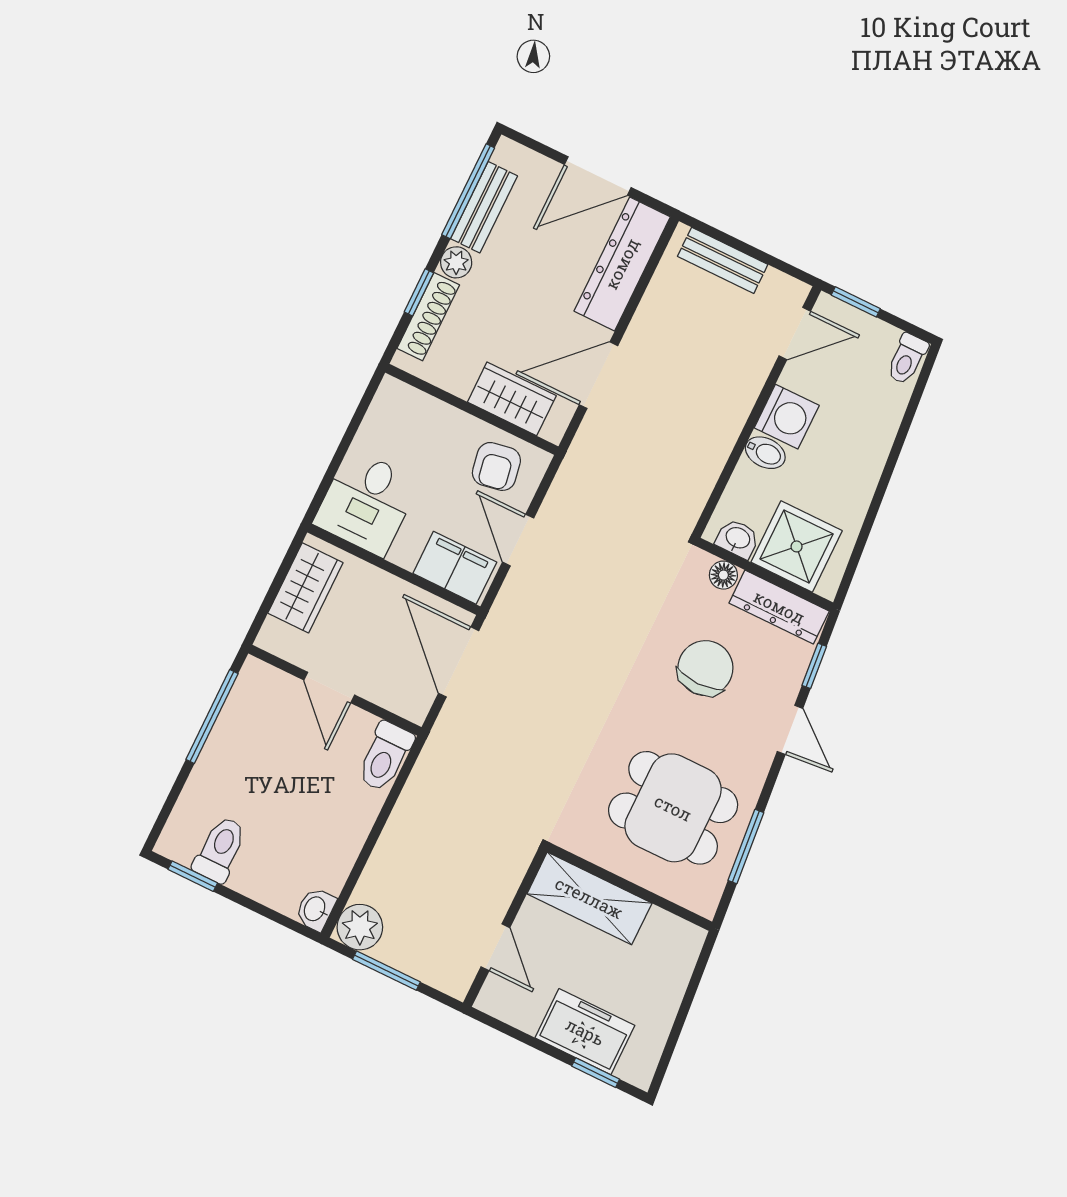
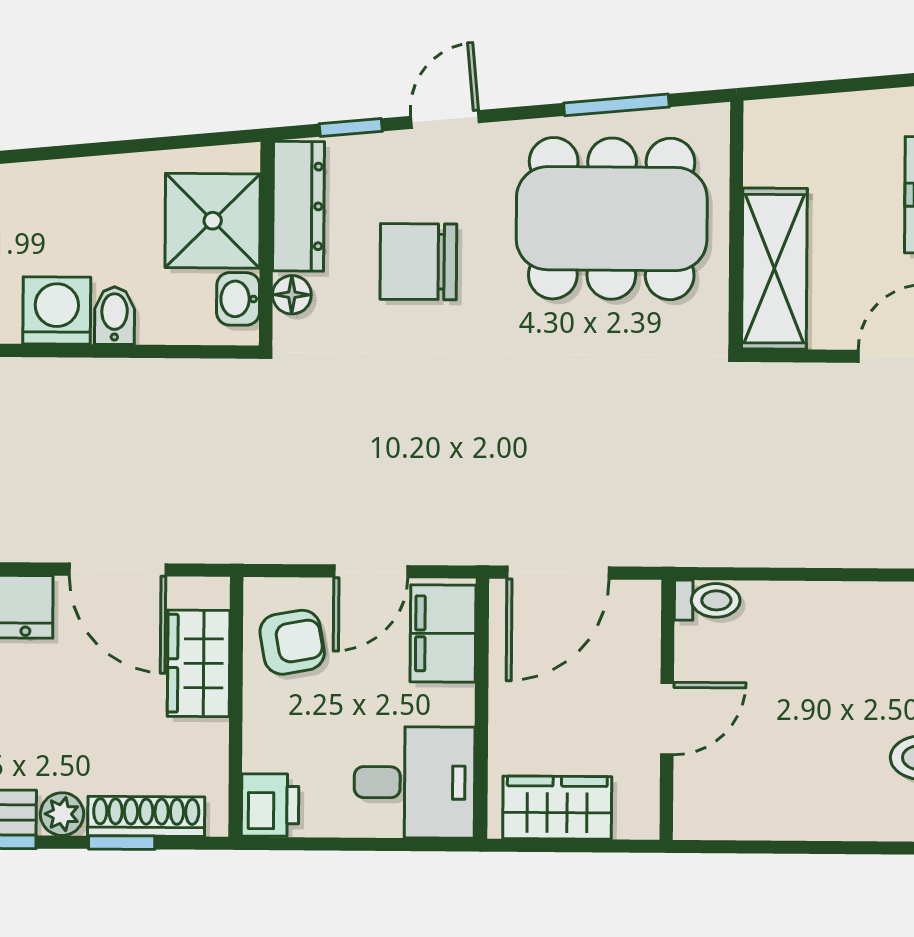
printer: (397, 401) -> (270, 805), added
window: (212, 716) -> (773, 847), removed
toilet: (385, 757) -> (707, 600), width x0.73, depth x0.72
dining table: (673, 808) -> (612, 219), width x1.38

